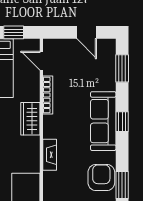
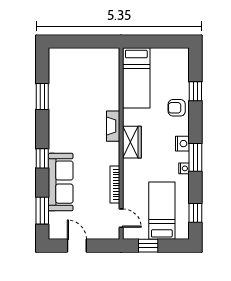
wardrobe: (30, 119) -> (132, 142), moved
sofa: (103, 121) -> (61, 182), moved
armchair: (101, 177) -> (63, 104), removed

